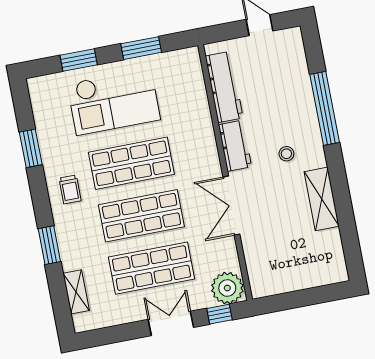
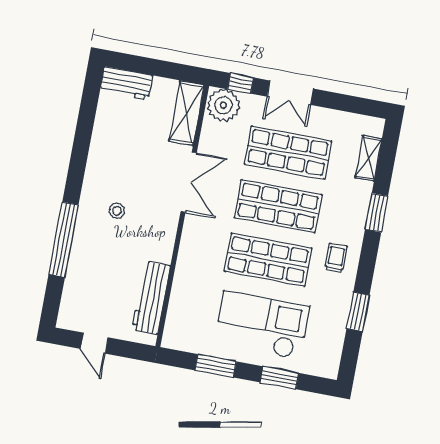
workbench: (235, 146) -> (126, 83), moved, turned -90
shelving: (322, 199) -> (186, 113), moved

